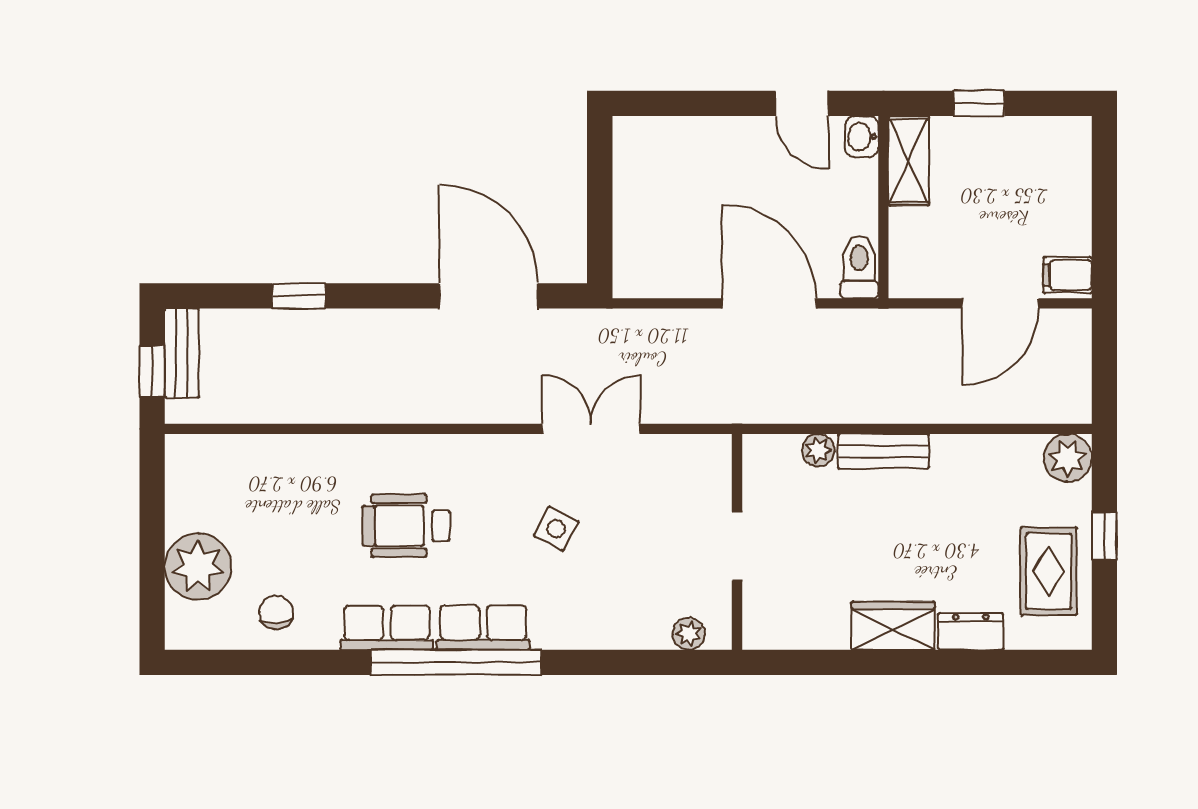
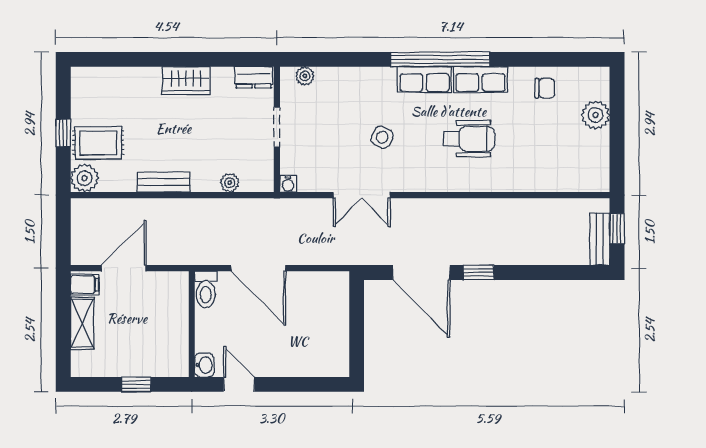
shelving: (909, 161) -> (82, 323), moved
window: (299, 296) -> (479, 272), moved
water cooler: (718, 448) -> (288, 184), added
bench: (883, 451) -> (164, 182), moved
plant: (198, 567) -> (596, 115), width x0.73, depth x0.73
rug: (1049, 571) -> (98, 143), moved, turned 90
chair: (276, 613) -> (545, 88), turned -86
dresser: (971, 631) -> (254, 77), moved

